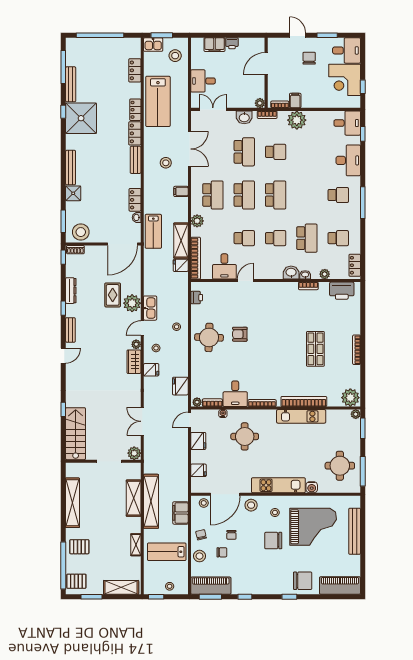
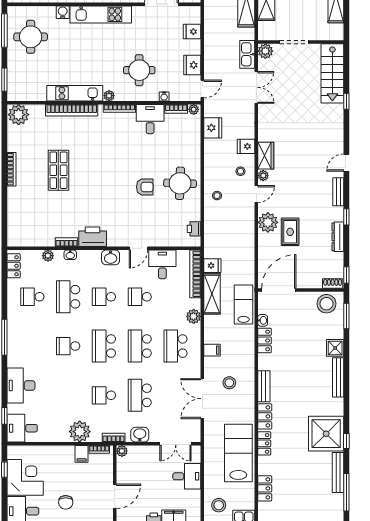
school desk: (338, 195) -> (68, 346), moved
washbasin: (291, 273) -> (111, 257), moved
printer: (342, 291) -> (93, 237), moved
kitchen sink: (150, 308) -> (247, 54), moved
plant: (356, 414) -> (109, 96), moved

